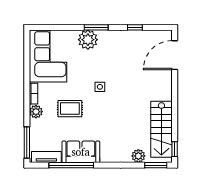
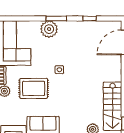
rug: (70, 109) -> (34, 88), width x1.36, depth x1.43

